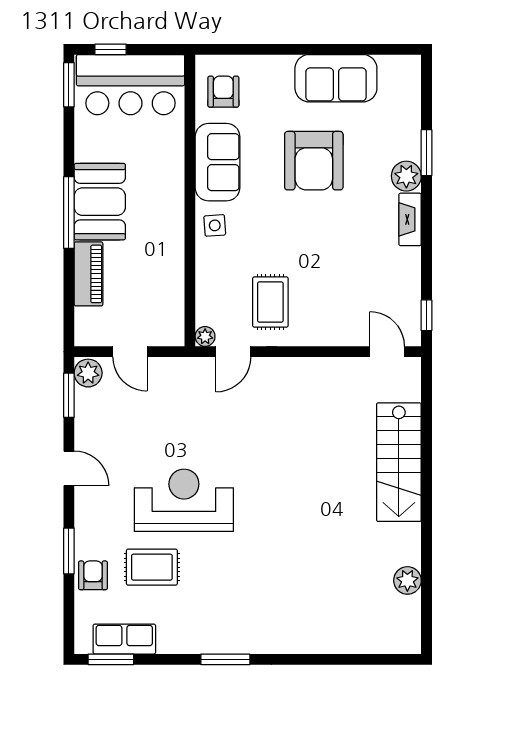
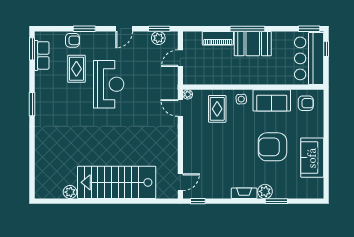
rug: (270, 302) -> (217, 109), moved, turned 90
plant: (88, 373) -> (158, 38), moved
stairs: (399, 462) -> (117, 182), width x1.36, depth x1.51

